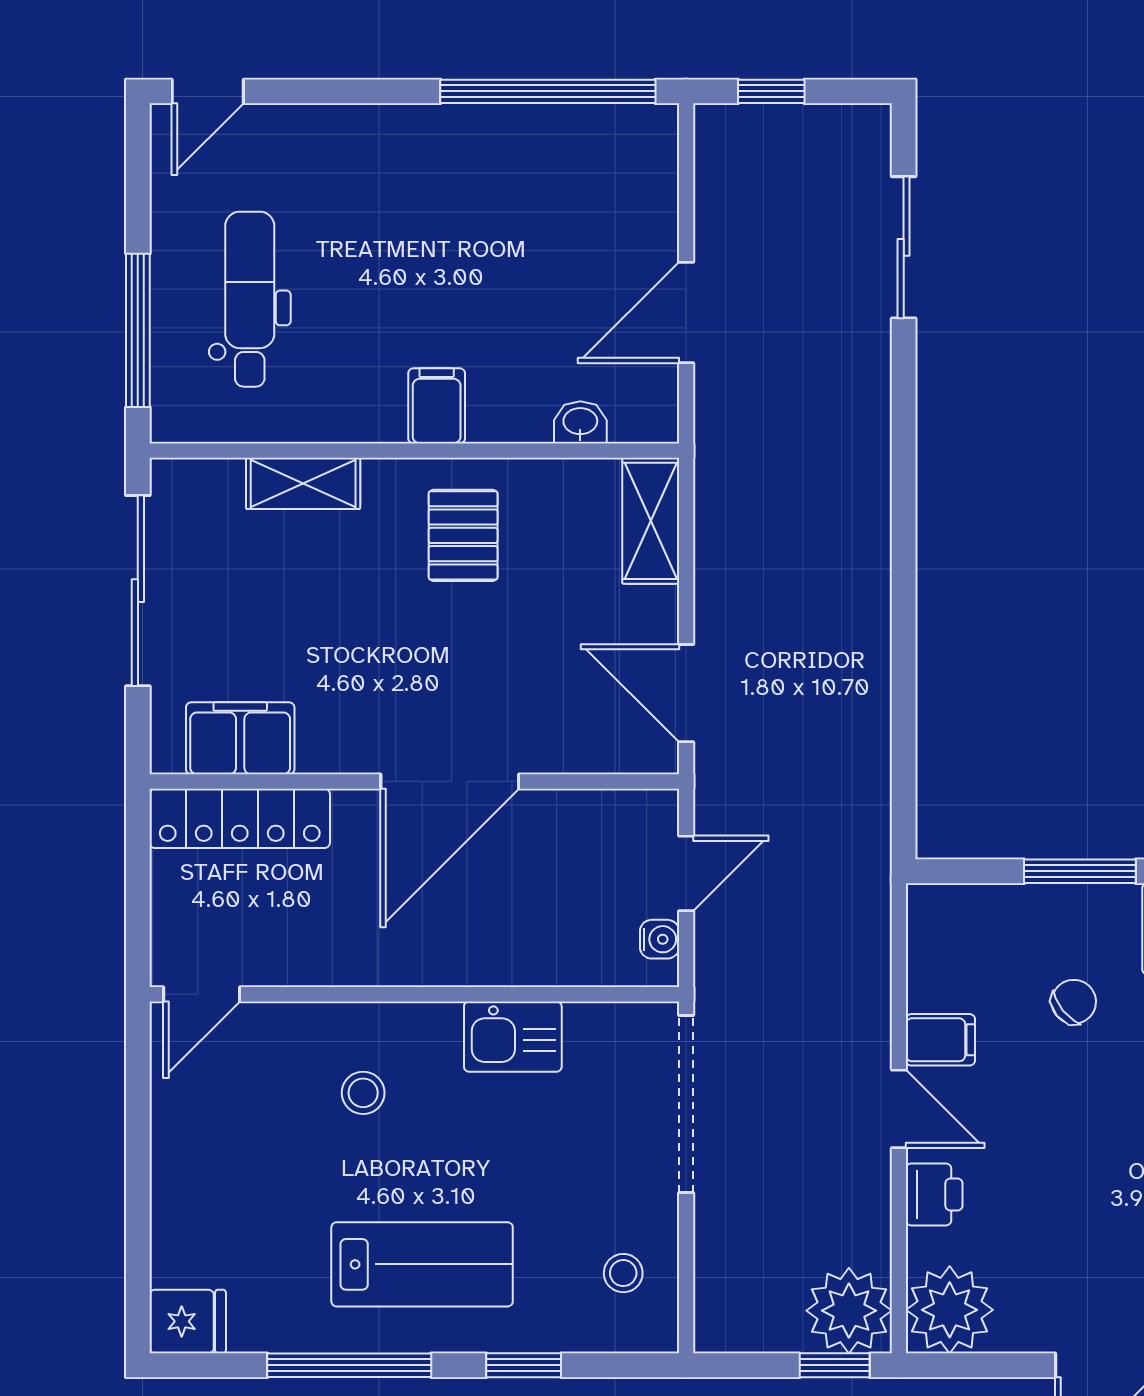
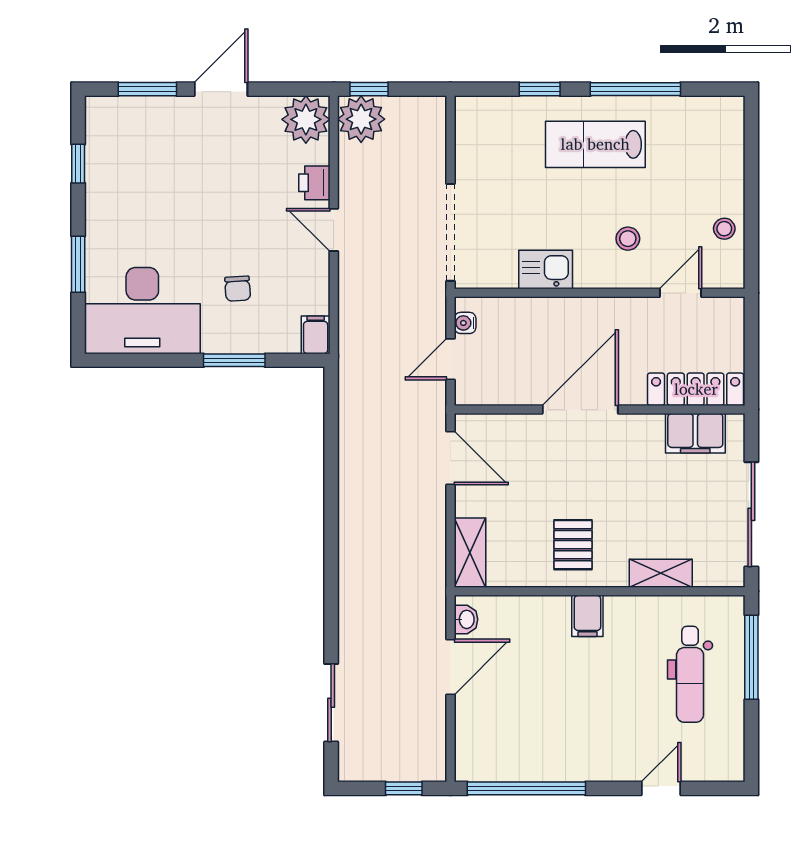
door: (208, 91) -> (661, 788), moved
washbasin: (580, 422) -> (466, 619), moved, turned -90
door: (202, 994) -> (681, 293), moved
chair: (1074, 1002) -> (238, 289), turned -55
filing cabinet: (940, 1040) -> (316, 335), moved, turned 90
stool: (623, 1273) -> (724, 229), moved
fridge: (188, 1321) -> (724, 113), removed

